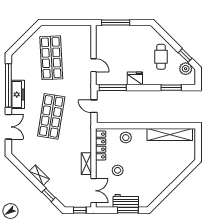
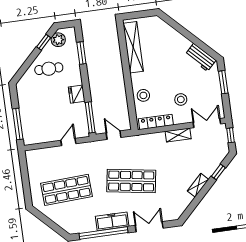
door: (94, 106) -> (114, 135), swing flipped
workbench: (126, 201) -> (201, 57), moved, turned -45

